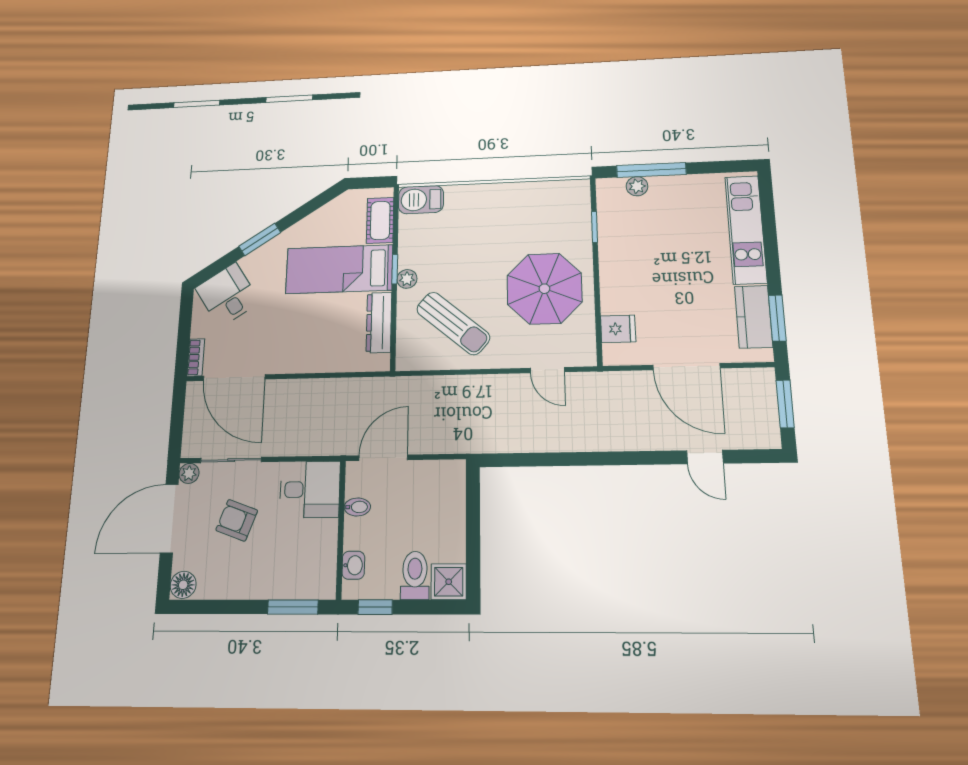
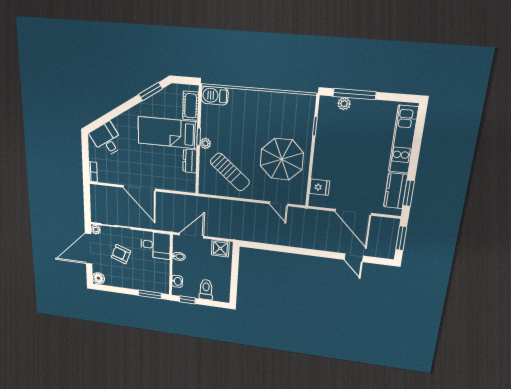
window: (260, 239) -> (150, 91), moved
dresser: (379, 322) -> (190, 161), width x0.70
door: (234, 378) -> (139, 188), moved
shower: (449, 582) -> (220, 248), moved

